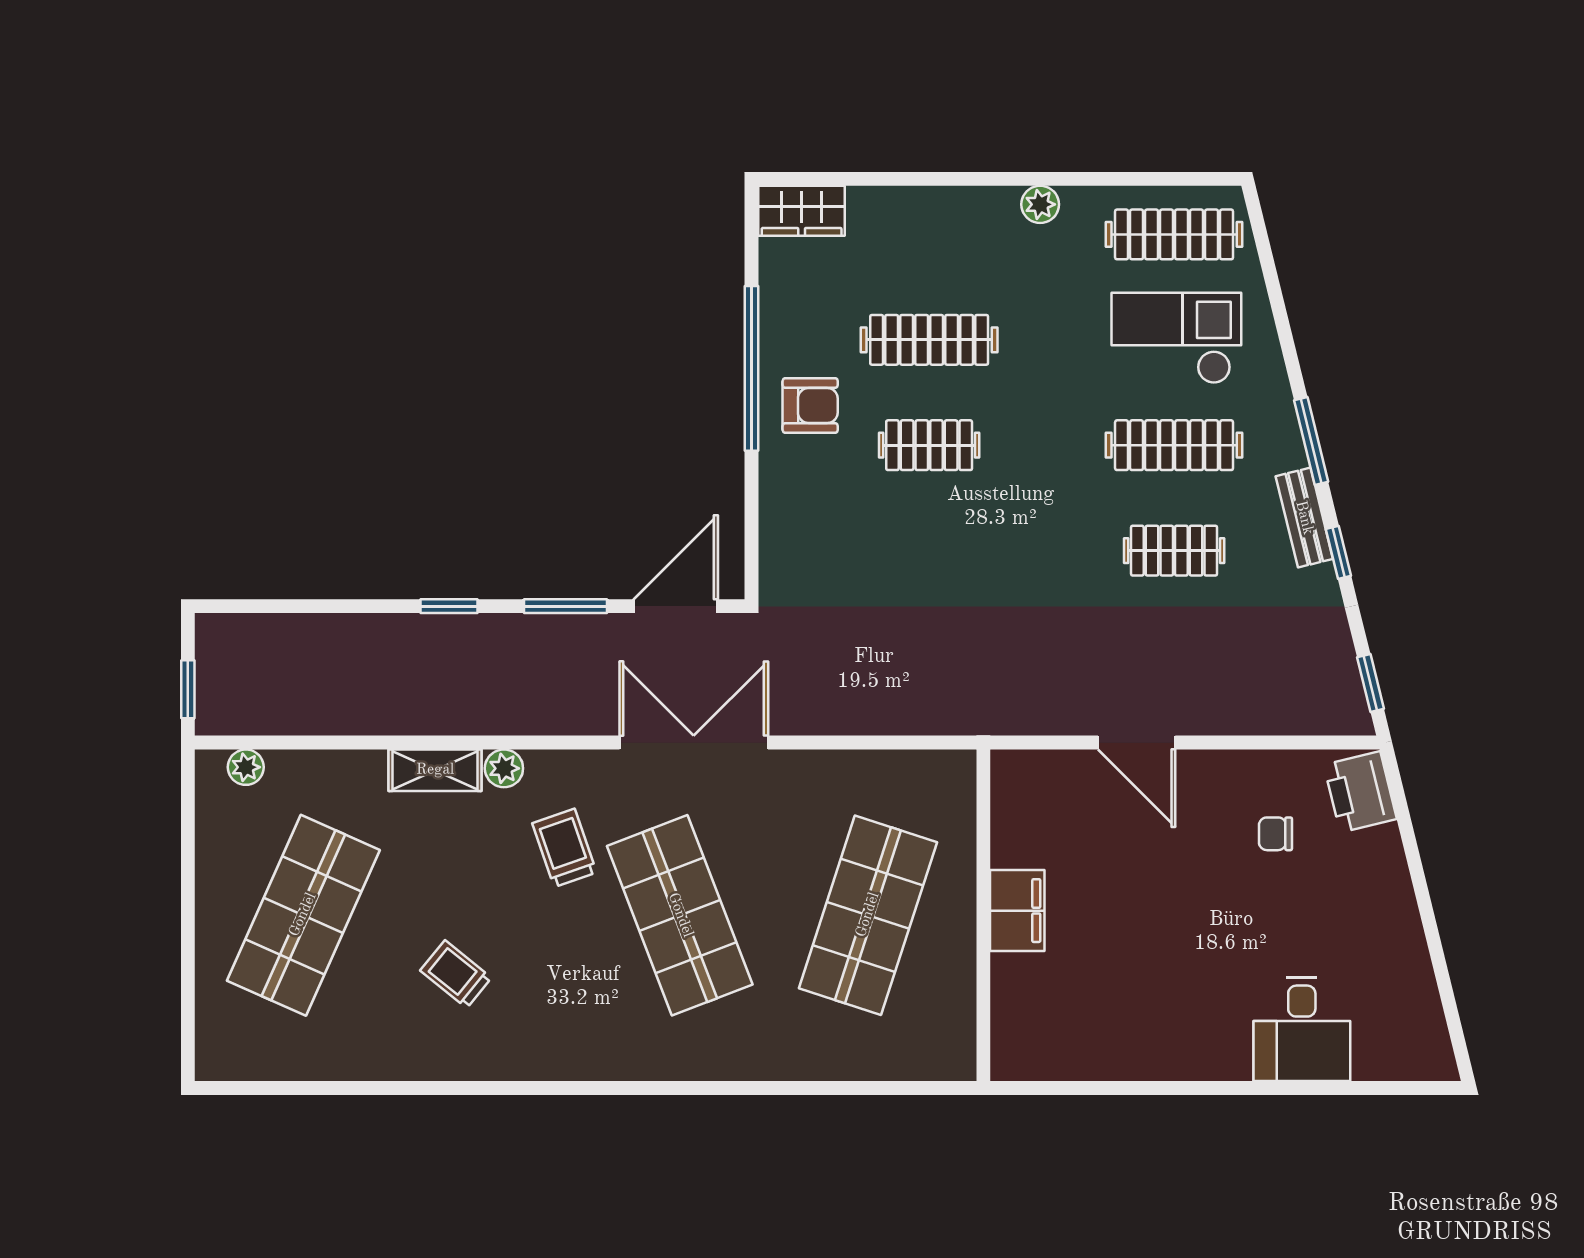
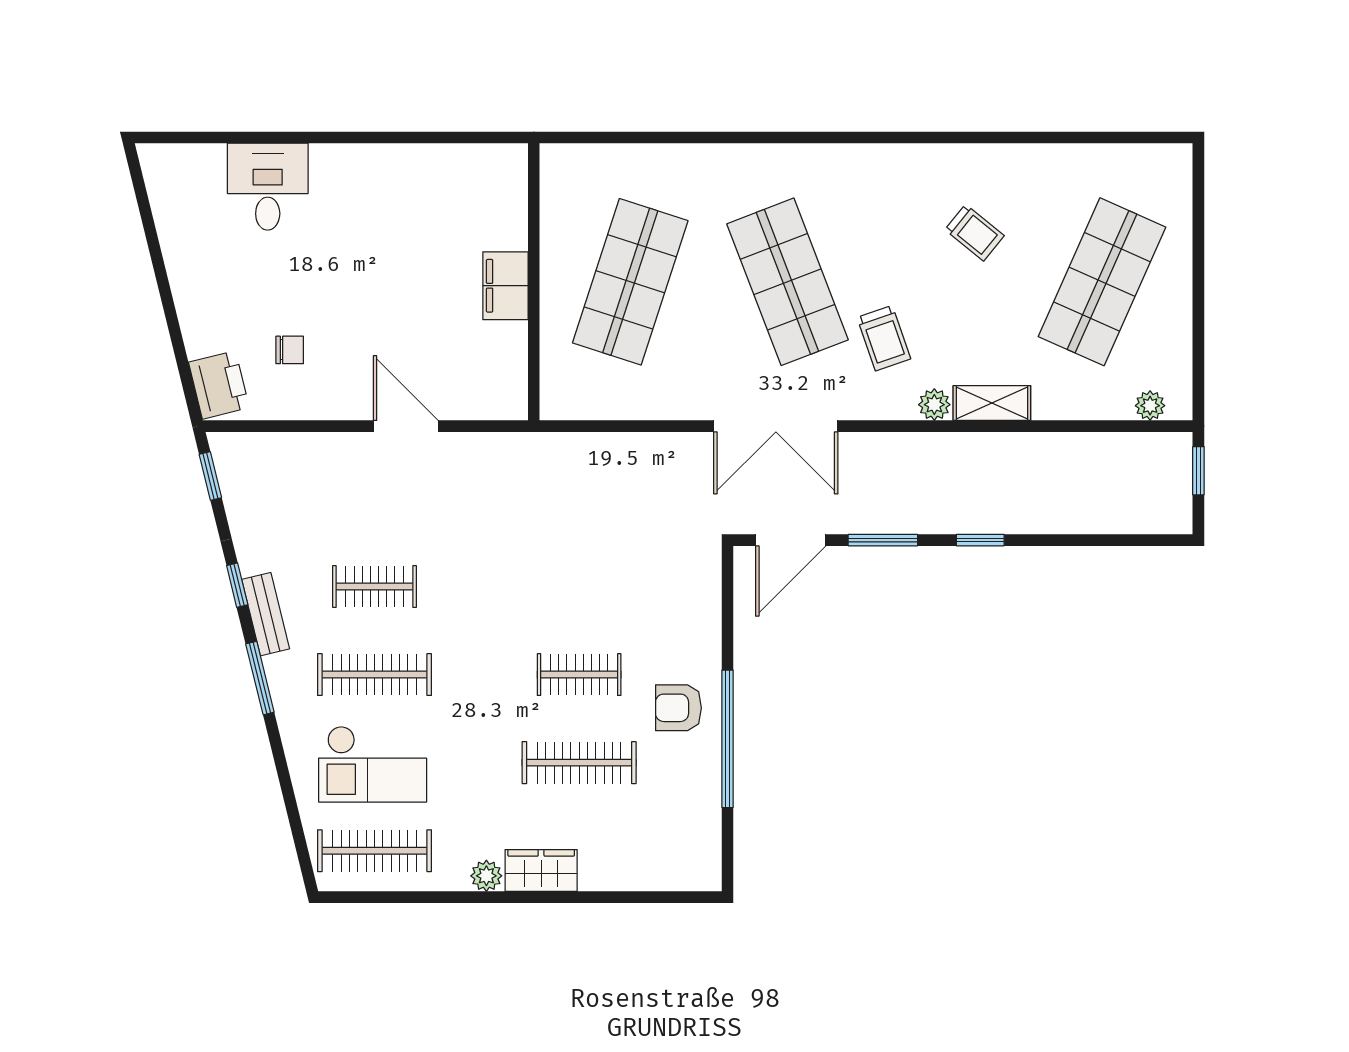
wardrobe: (802, 211) -> (541, 870), moved

